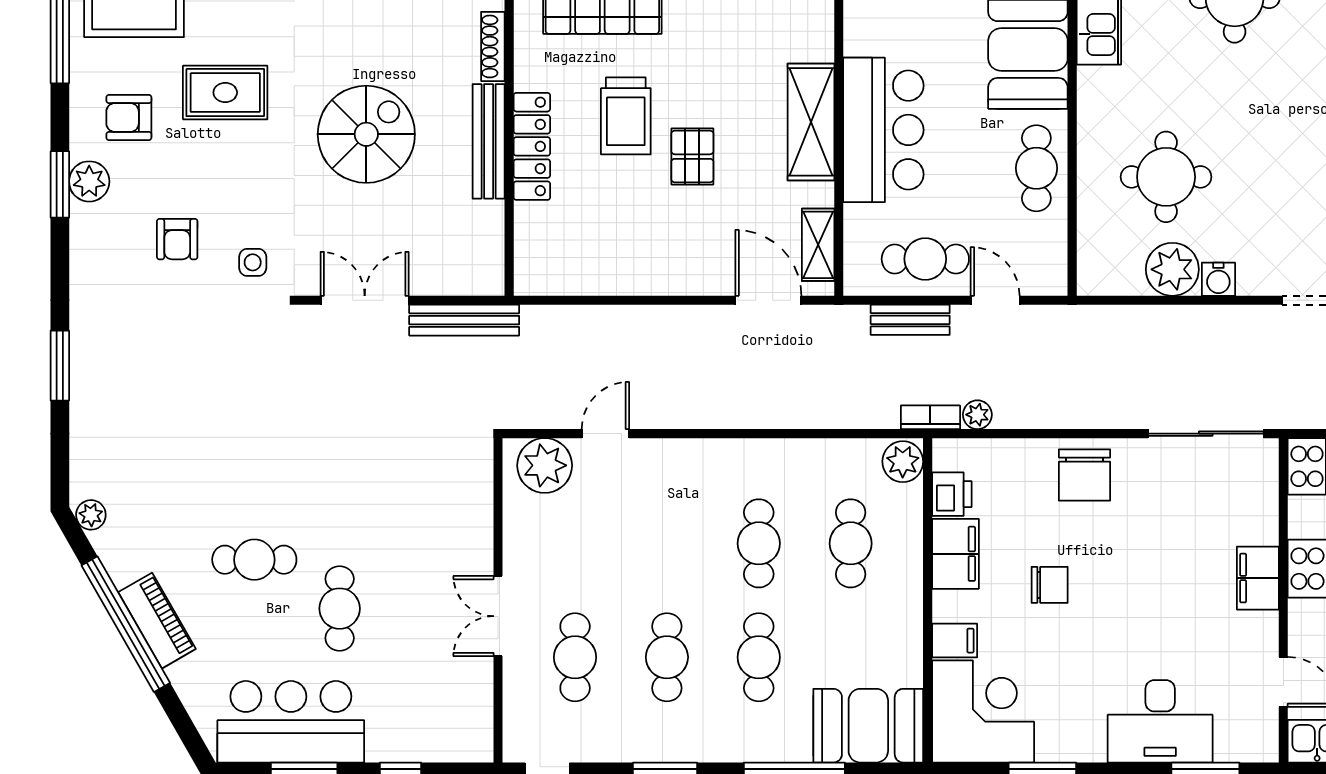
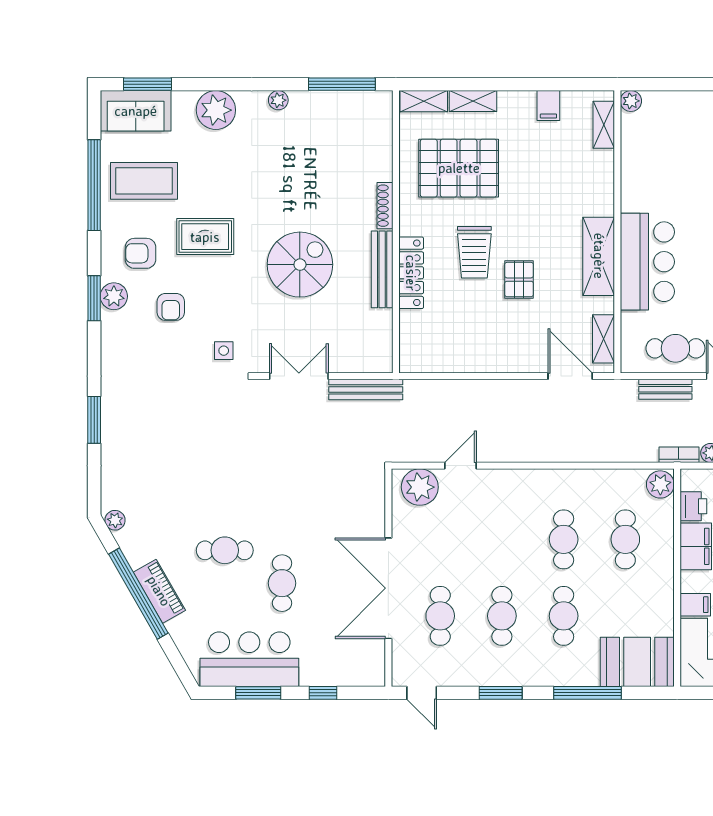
armchair: (177, 239) -> (171, 307), moved
double door: (498, 616) -> (388, 588), width x1.87

